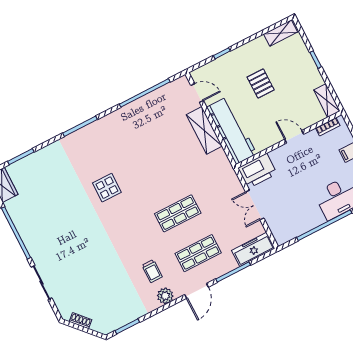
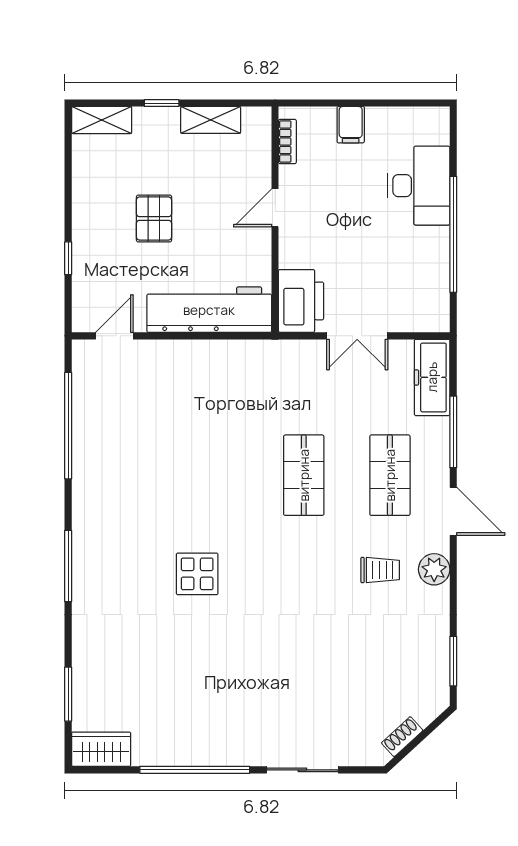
shelving: (281, 33) -> (102, 120), moved, turned 90
pallet: (261, 83) -> (154, 219), turned 90
shelving: (327, 101) -> (211, 120), moved
shelving: (204, 130) -> (185, 356), removed

